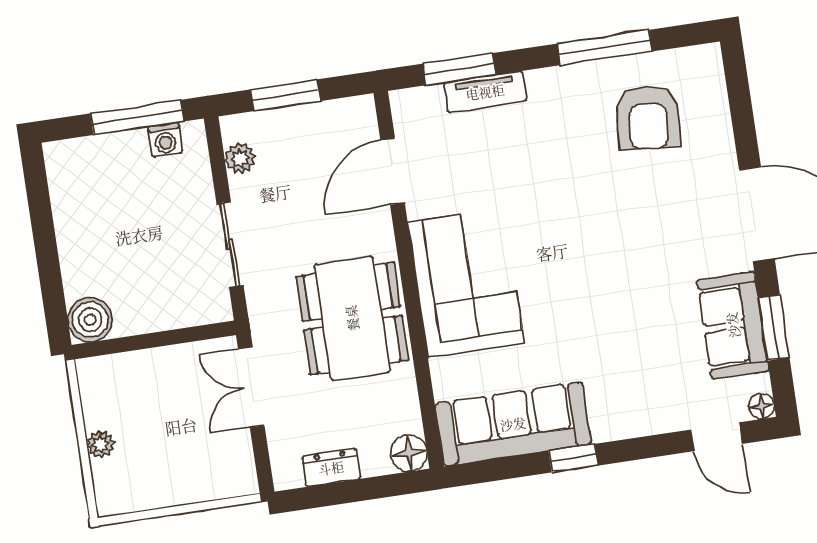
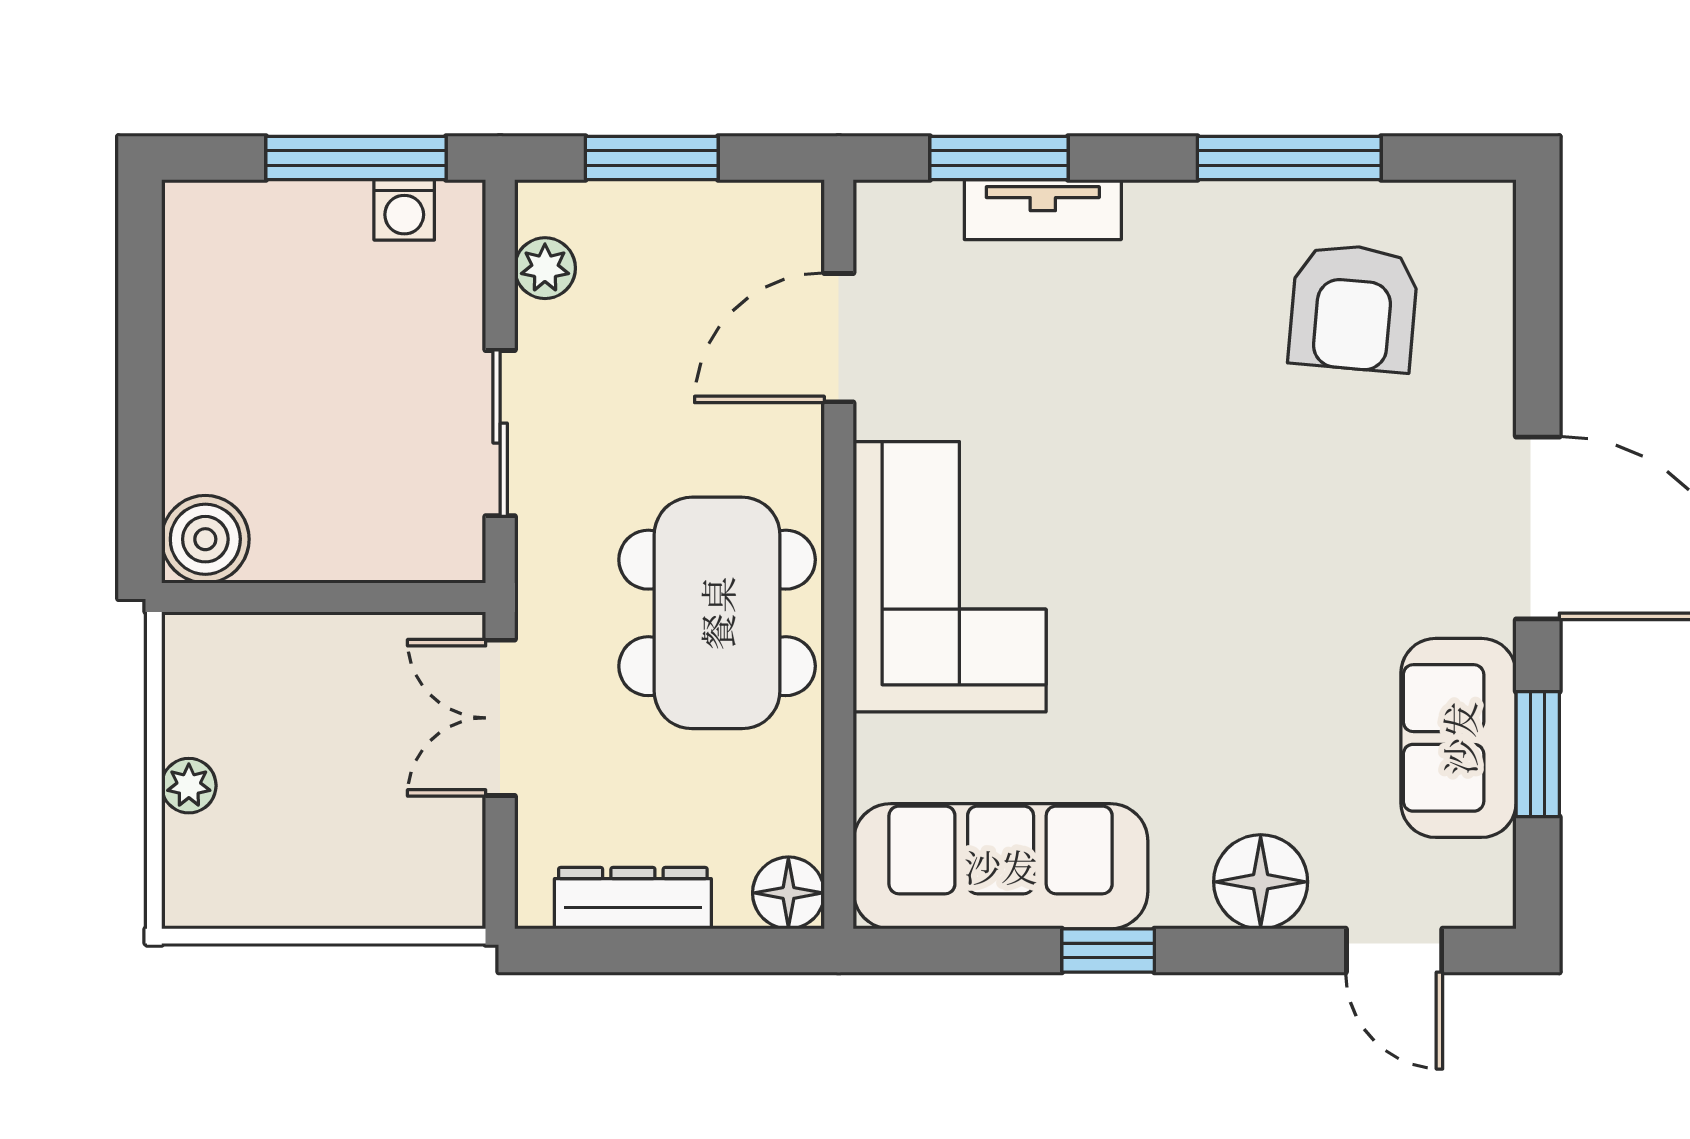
floor lamp: (762, 406) -> (1261, 882), moved, width x1.89, depth x1.89
dresser: (331, 468) -> (633, 898), width x1.44

